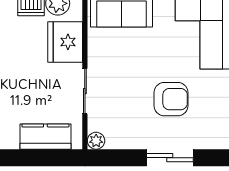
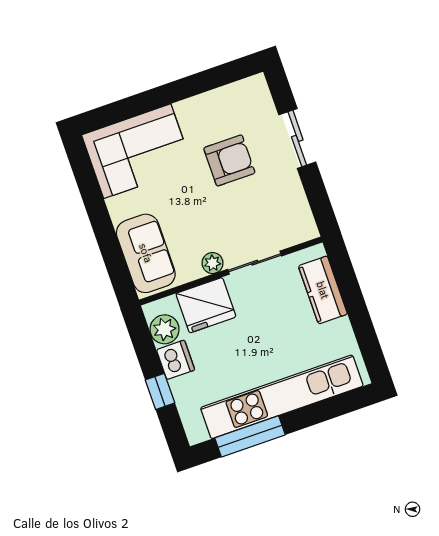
armchair: (171, 99) -> (229, 160), turned 90
plant: (96, 141) -> (213, 263), moved

